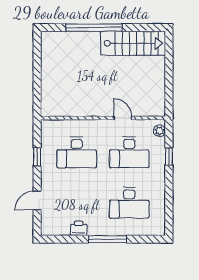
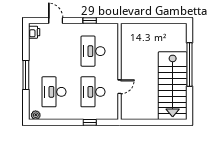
stairs: (133, 43) -> (173, 86), width x1.36, depth x1.51
plant: (159, 131) -> (36, 115), moved
printer: (79, 228) -> (34, 32), moved

